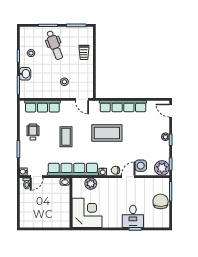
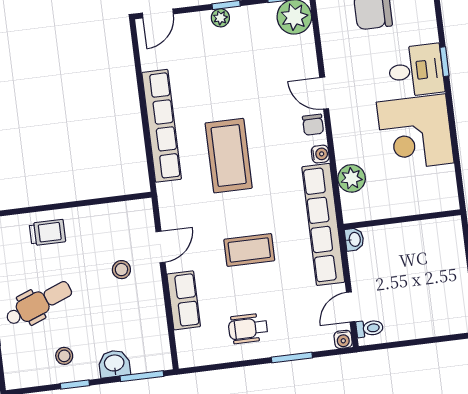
door: (82, 99) -> (161, 247), moved
row of seats: (42, 106) -> (184, 300), width x0.68
side table: (141, 166) -> (295, 67), removed
door: (37, 177) -> (351, 307), swing flipped
corner desk: (87, 213) -> (415, 133), moved, turned -90

